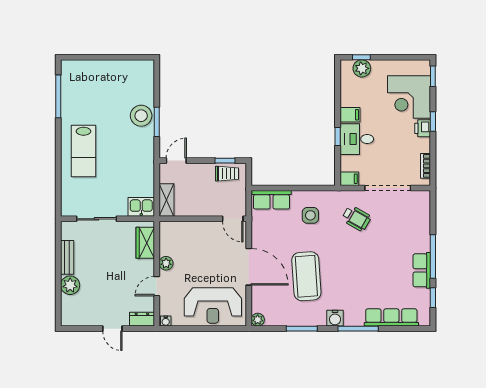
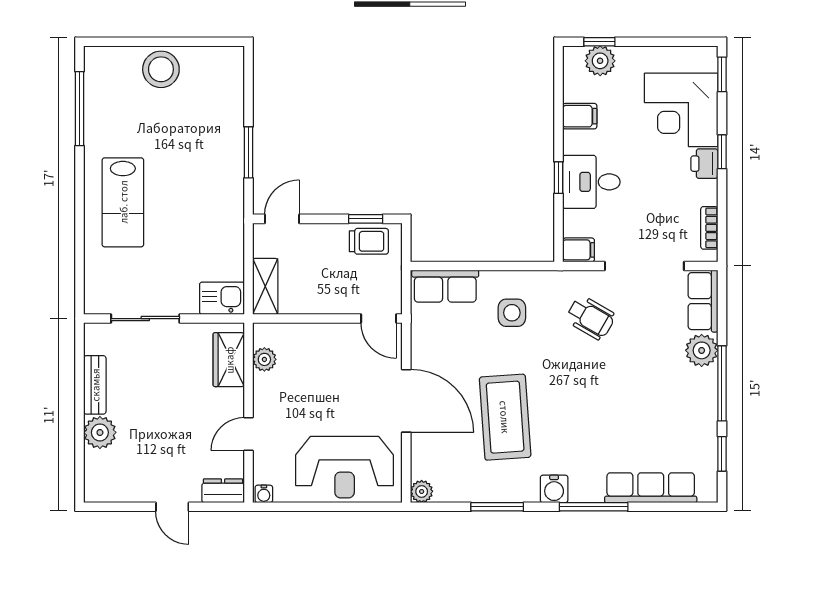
filing cabinet: (350, 115) -> (580, 116), moved
stool: (141, 116) -> (161, 69), moved
plant: (421, 237) -> (702, 350), added
plant: (166, 263) -> (264, 359), moved
row of seats: (422, 270) -> (703, 301), moved

